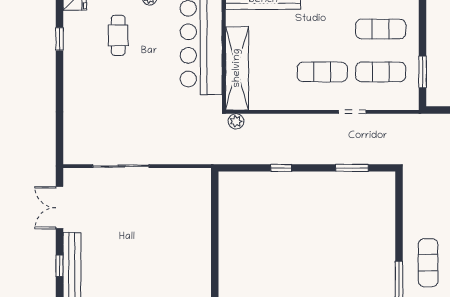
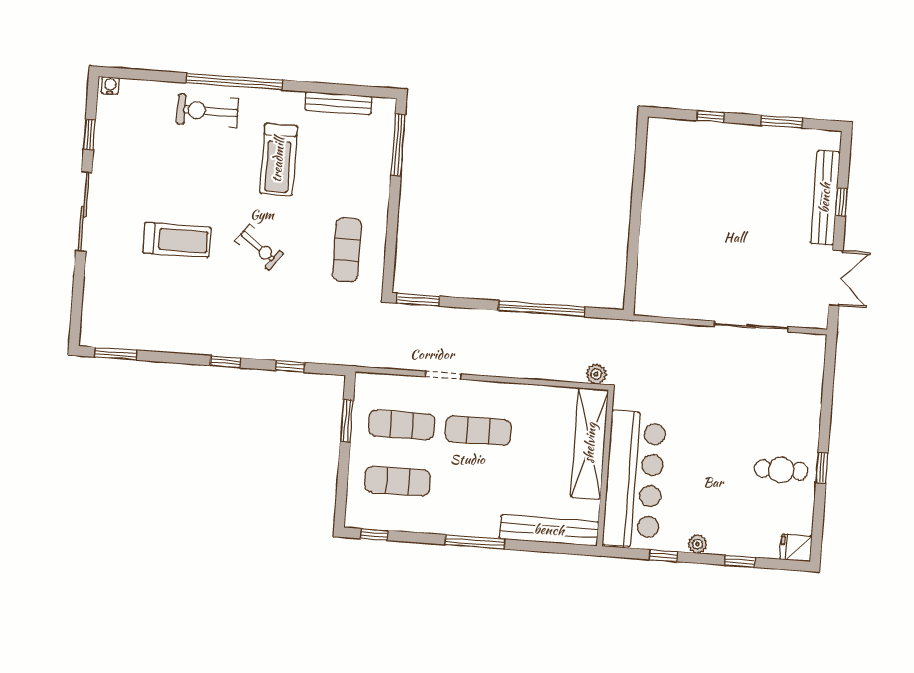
cafe table: (118, 35) -> (781, 470), moved, turned 90
window: (59, 39) -> (822, 468), moved
window: (281, 168) -> (542, 309), width x3.17
window: (352, 168) -> (418, 300), moved
exercise mat: (428, 263) -> (347, 250), moved

